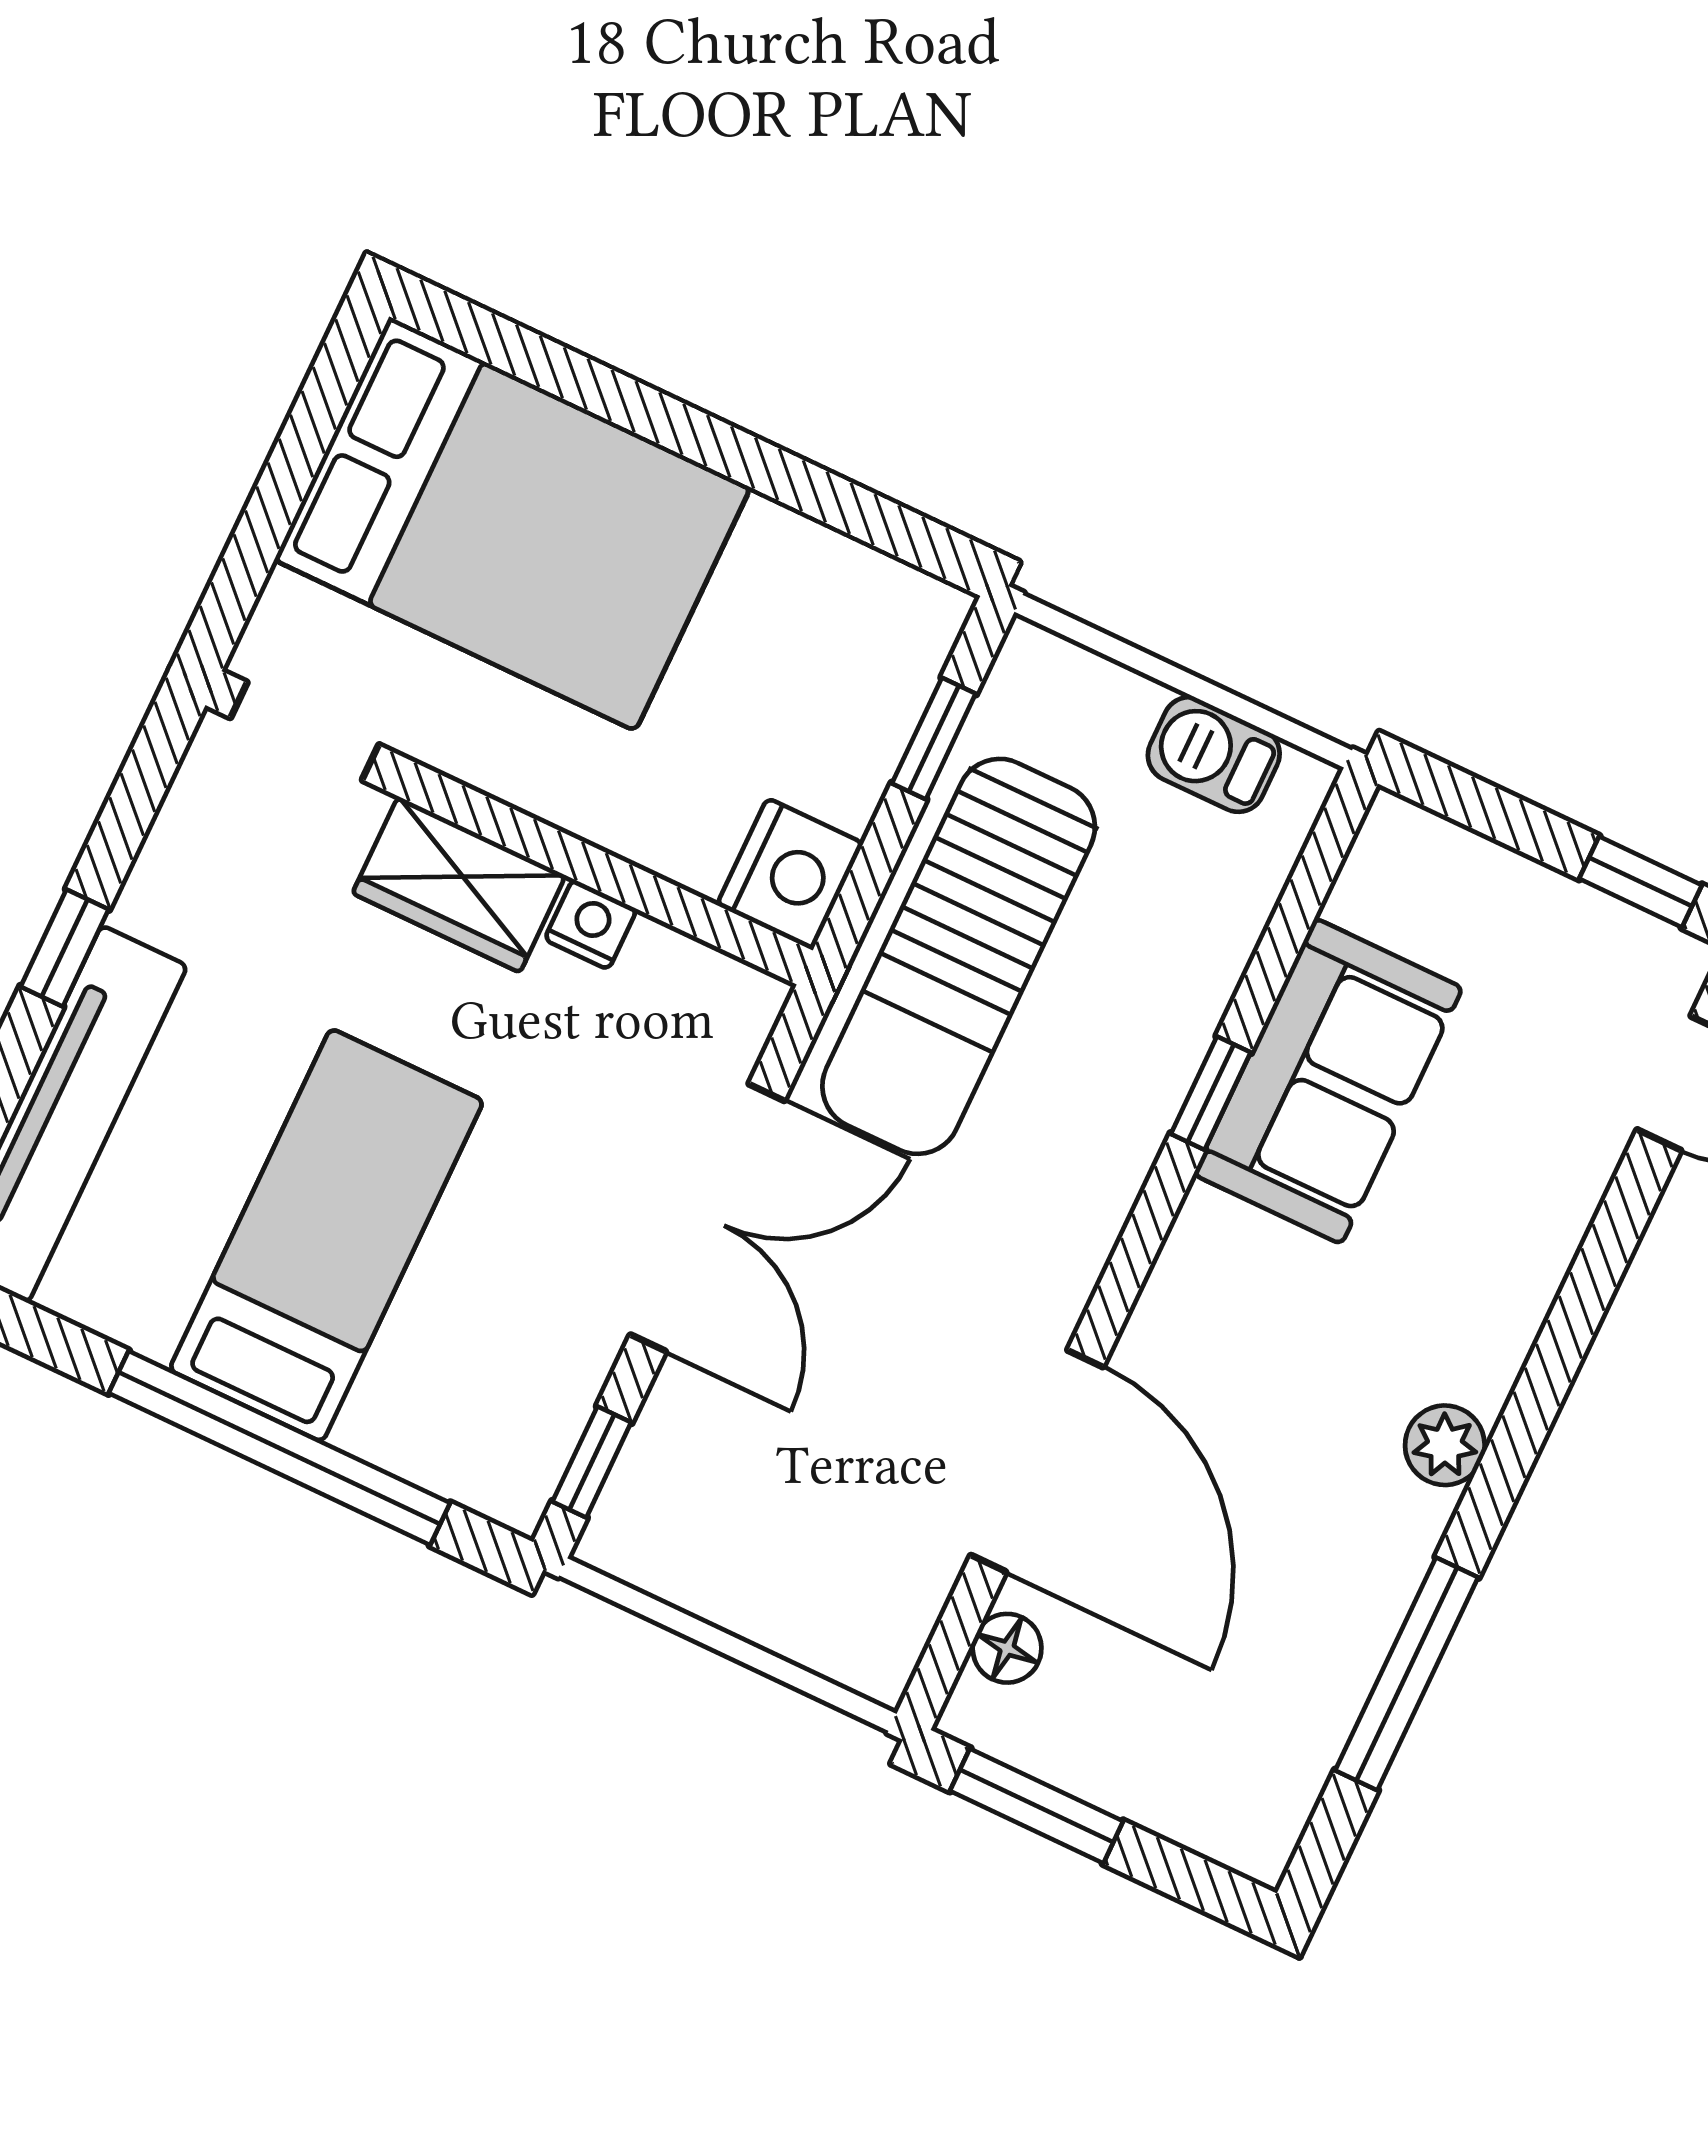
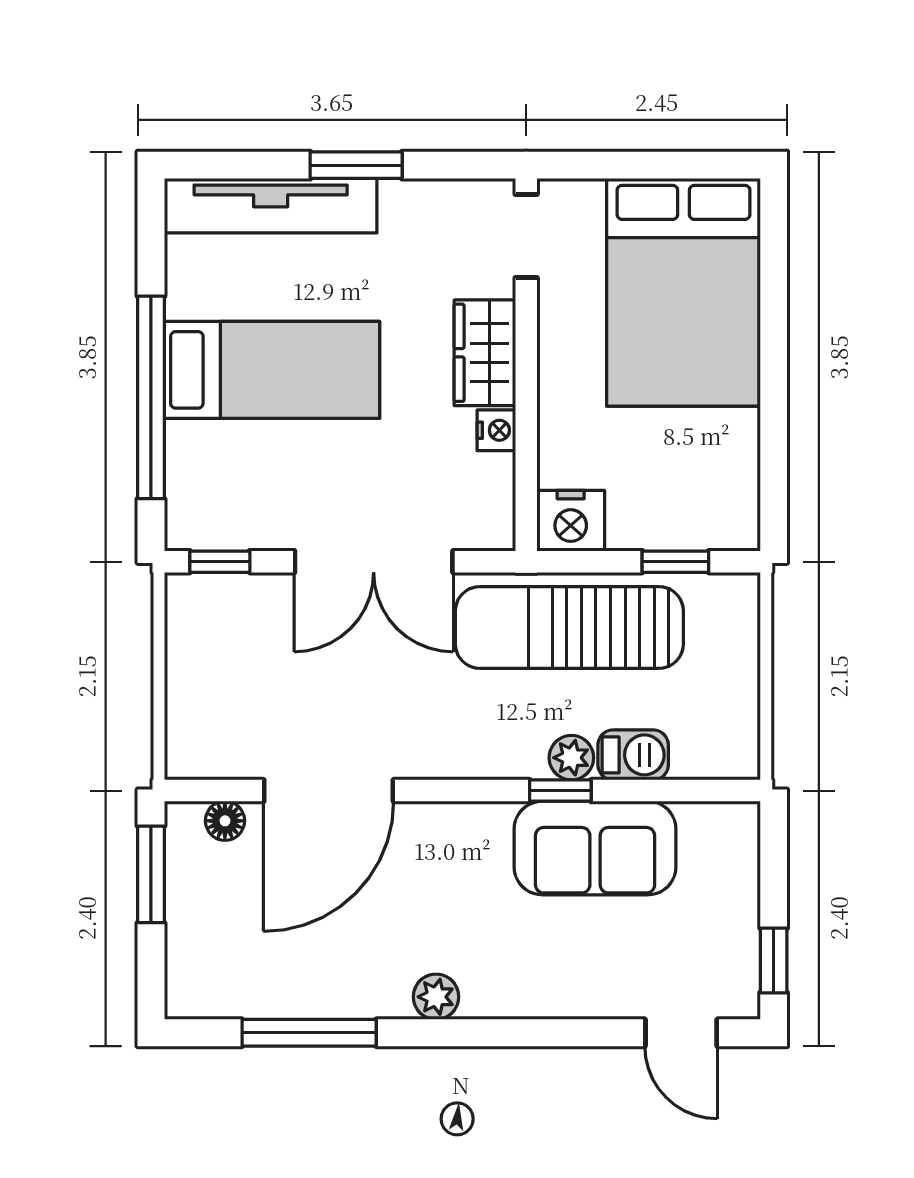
barbecue: (1214, 755) -> (633, 755), moved, turned 90
window: (65, 948) -> (356, 165), width x1.50
plant: (1167, 1051) -> (571, 758), added

